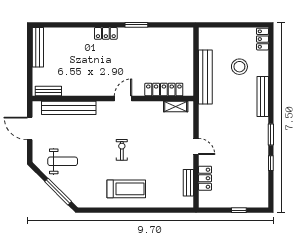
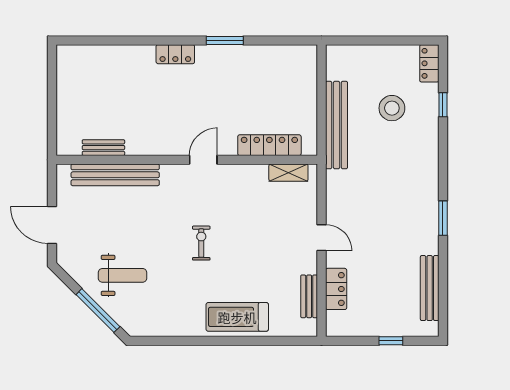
bench: (38, 47) -> (65, 77), removed
bench: (48, 91) -> (103, 148), moved
bench: (263, 97) -> (430, 288), moved
door: (30, 128) -> (52, 225), moved
weight bench: (63, 161) -> (123, 275), moved
window: (271, 163) -> (443, 105), moved
treadmill: (126, 189) -> (237, 317), moved, turned 180

